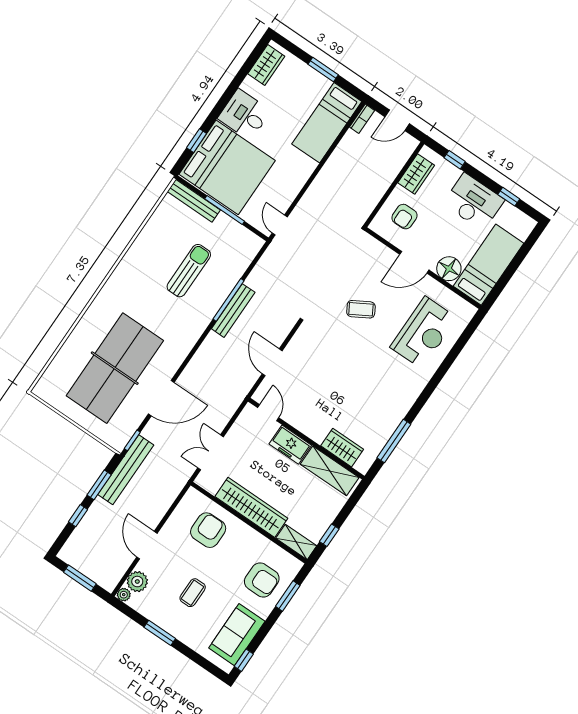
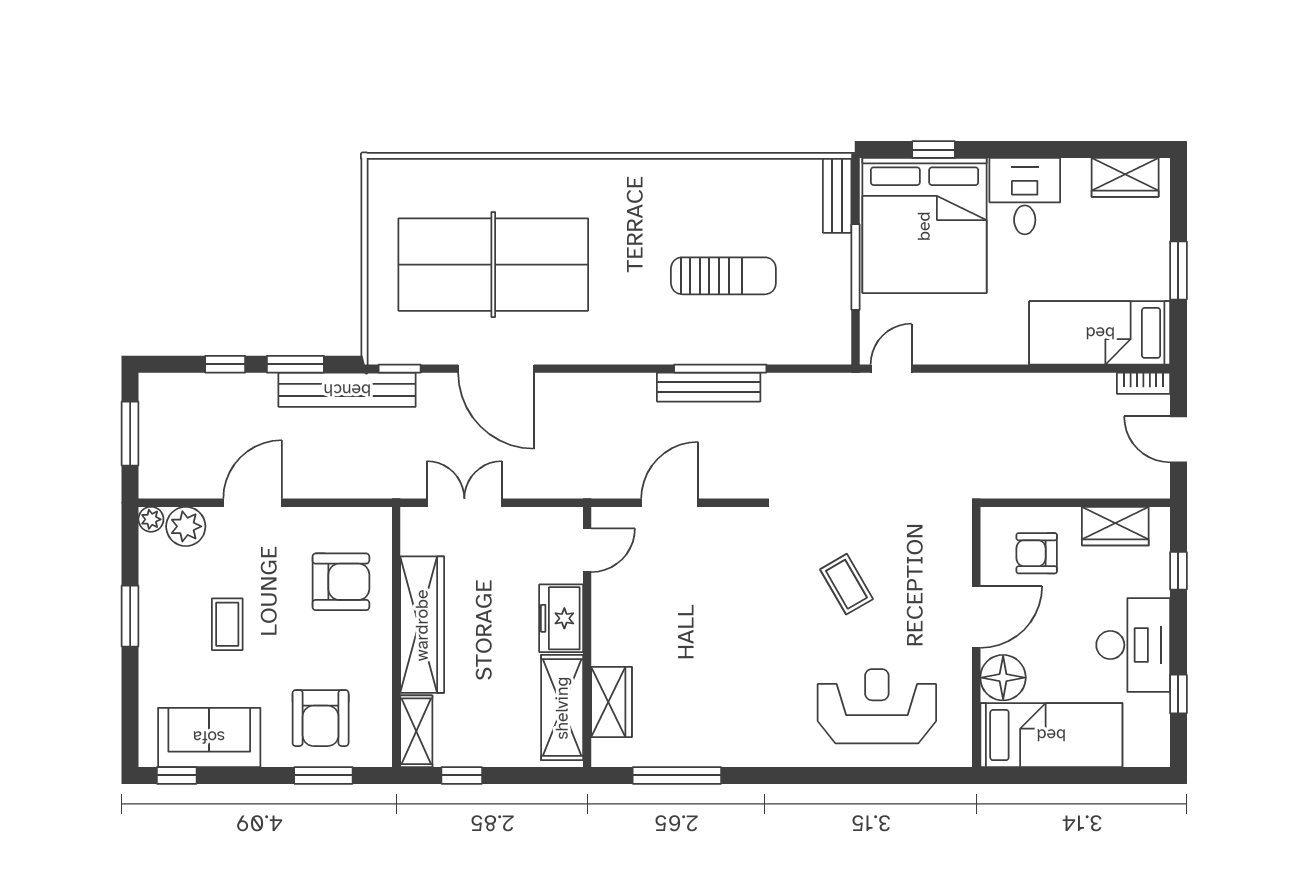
bench: (194, 201) -> (837, 195), width x0.73
door: (414, 262) -> (976, 617), swing flipped
reception desk: (424, 333) -> (877, 706), turned 180
coffee table: (193, 593) -> (227, 624), turned 90

